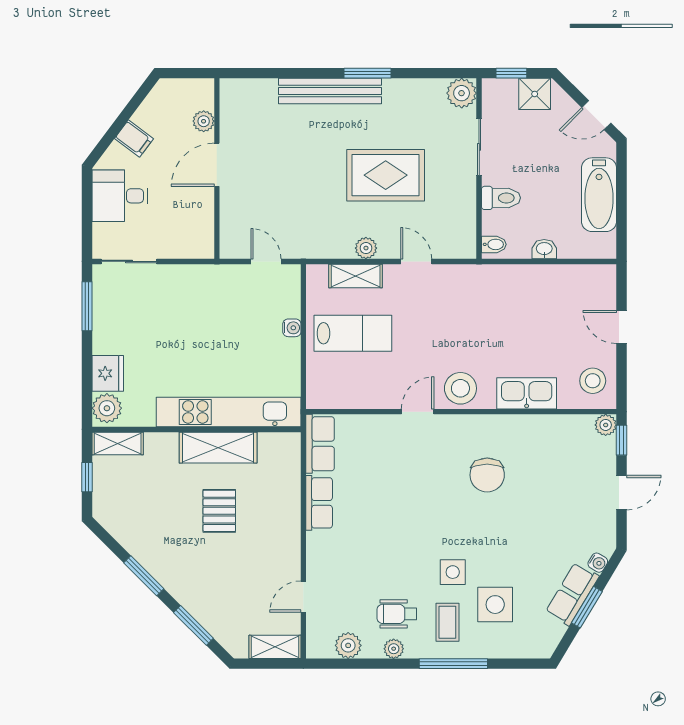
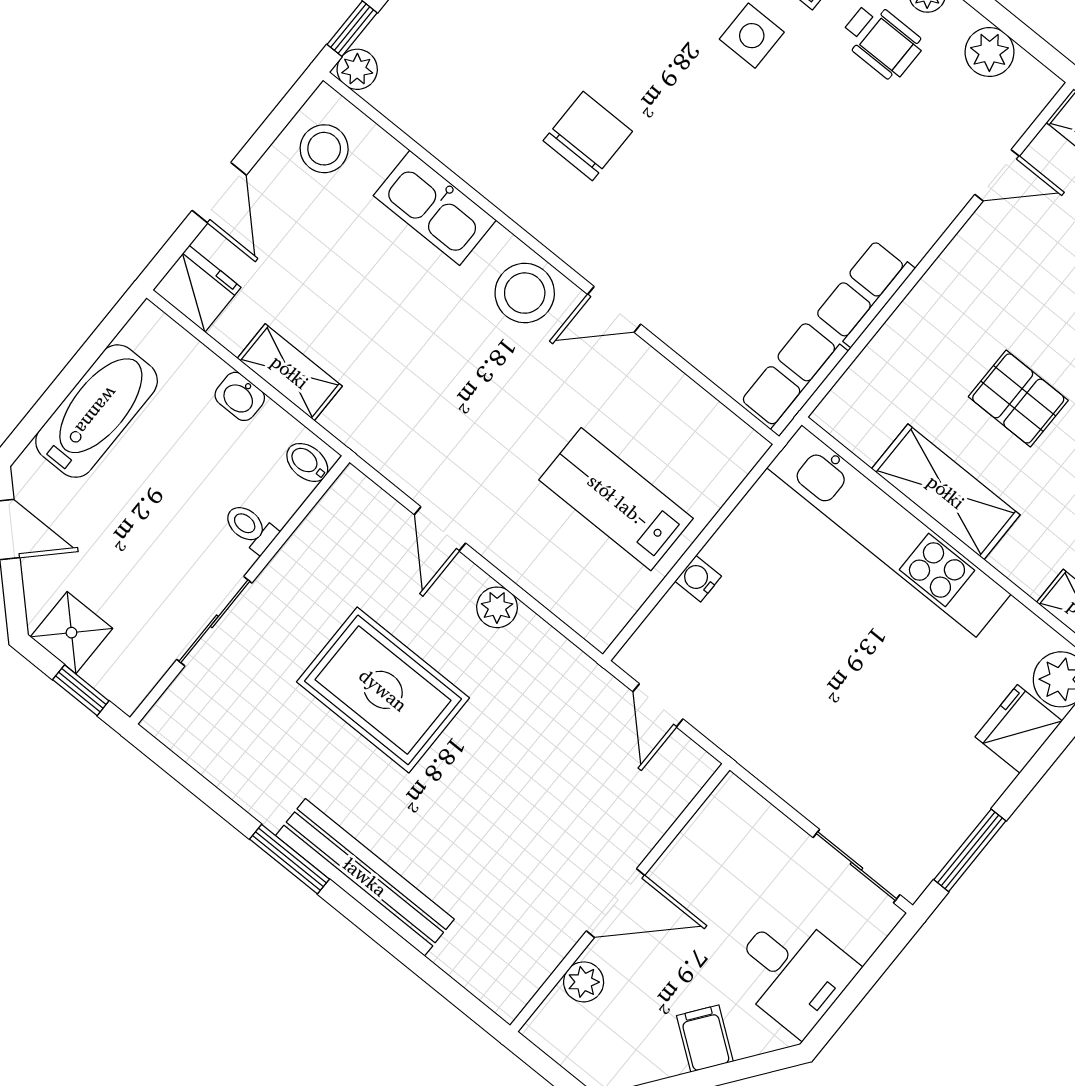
plant: (462, 93) -> (177, 720), removed
toilet: (501, 198) -> (250, 528), width x0.73, depth x0.72
shelving: (356, 276) -> (290, 372), moved
fridge: (598, 280) -> (197, 289), added
pallet: (219, 511) -> (1018, 398), turned 90

